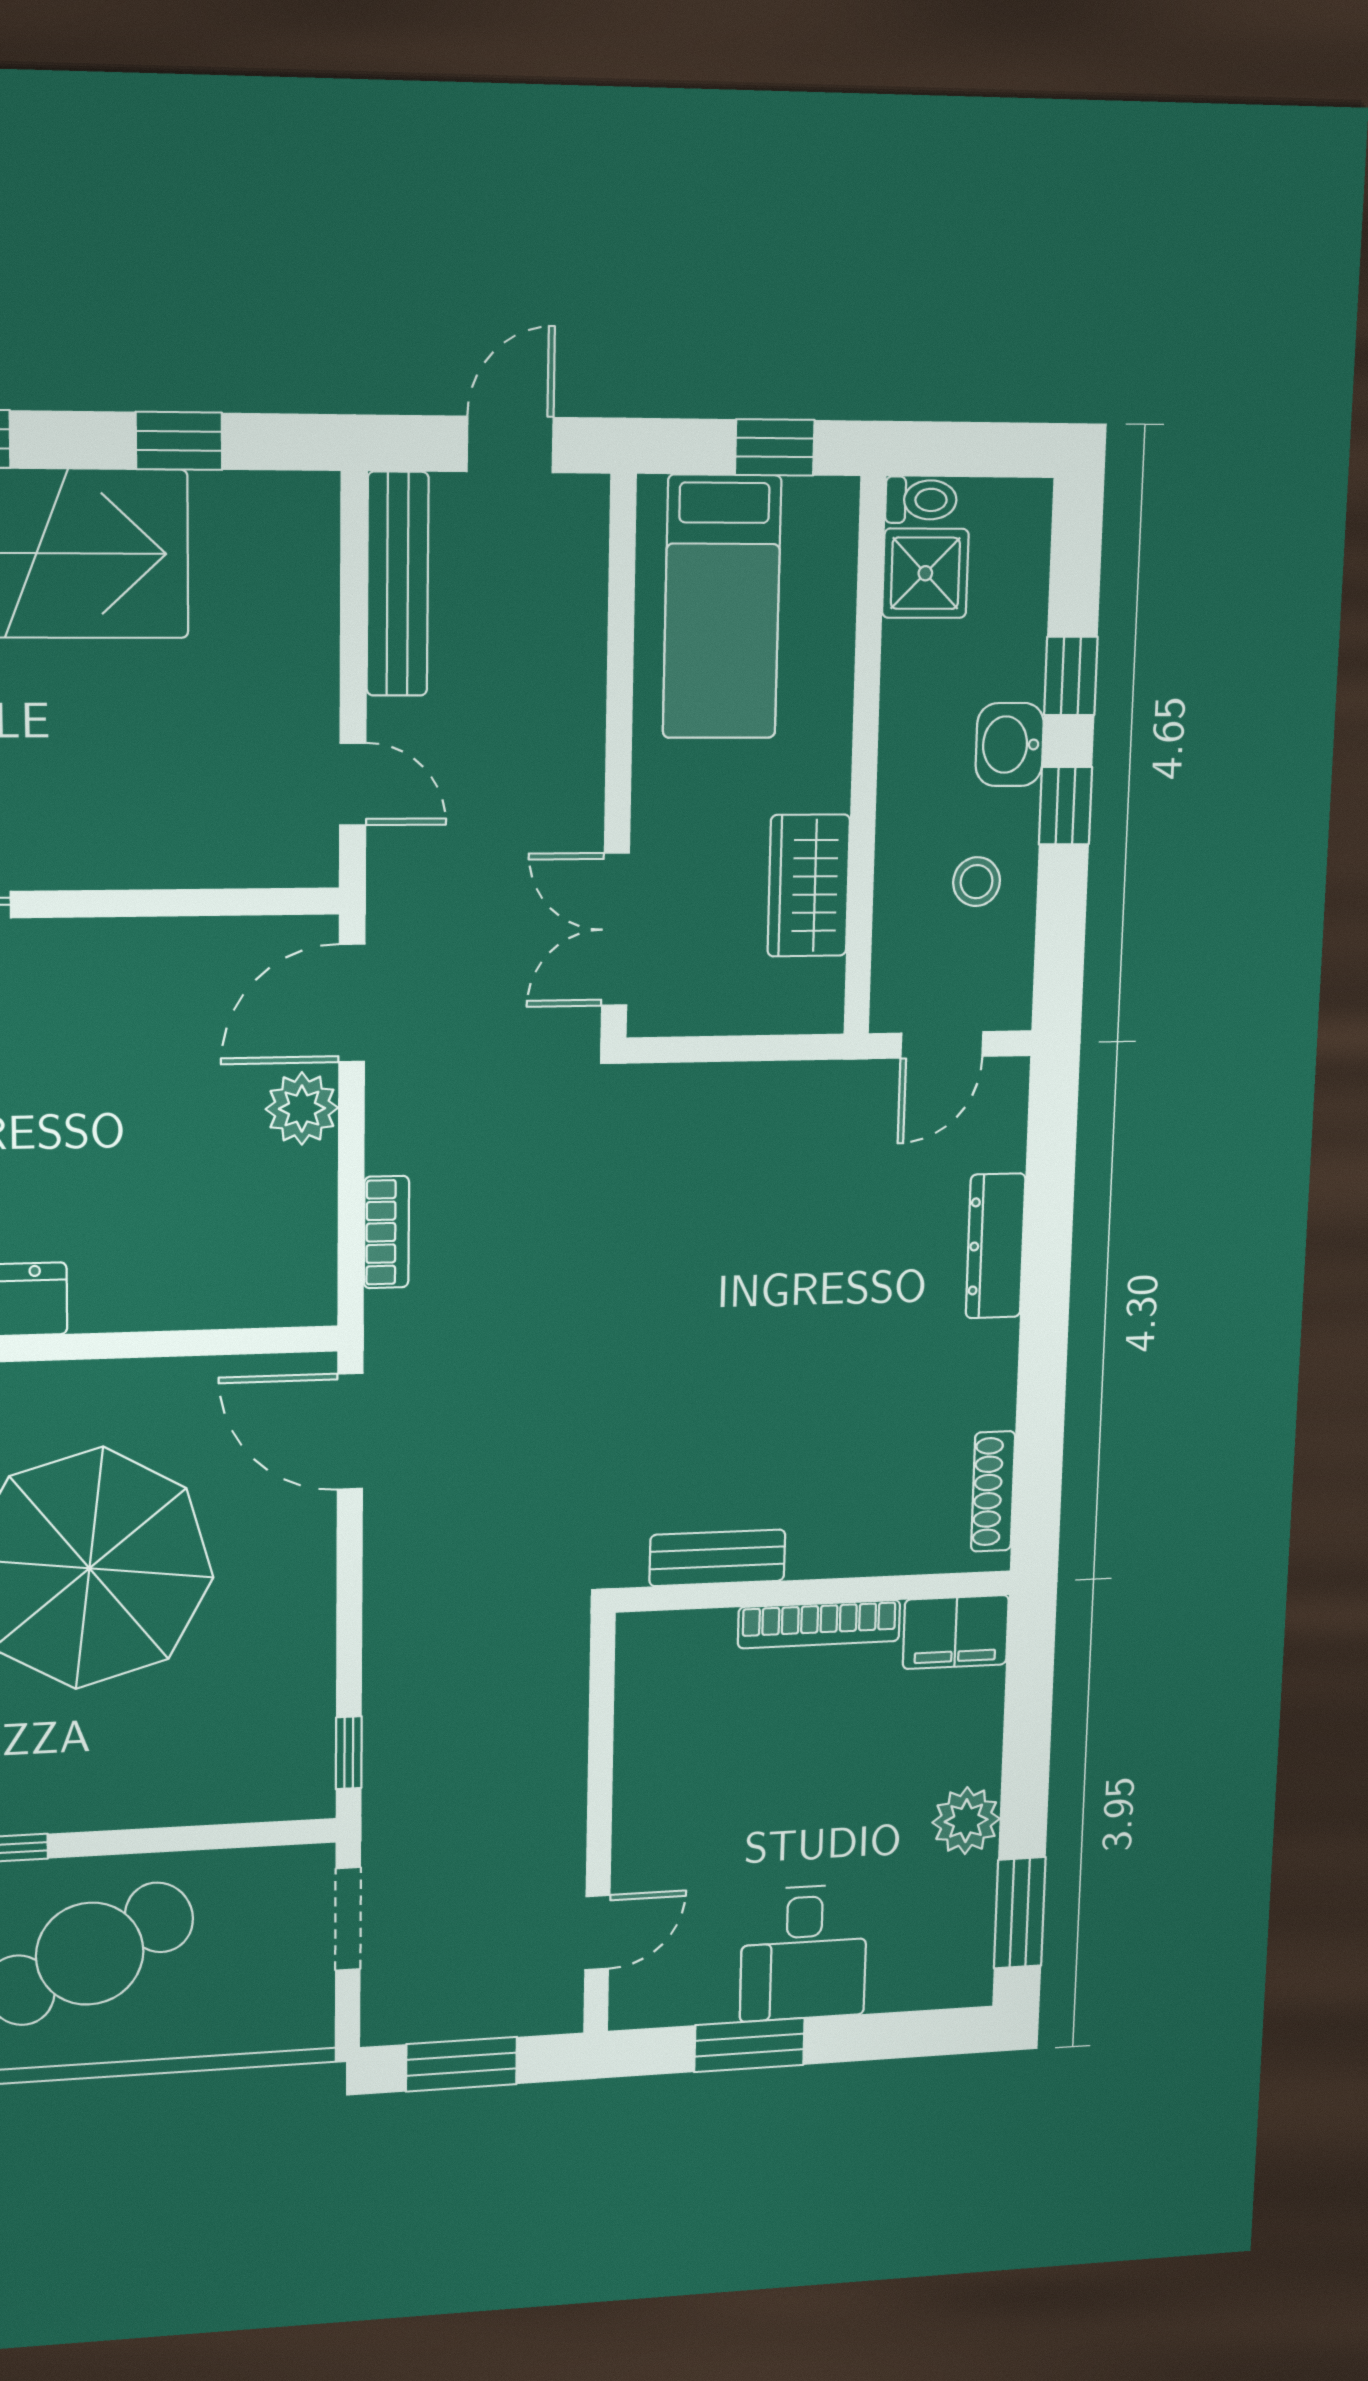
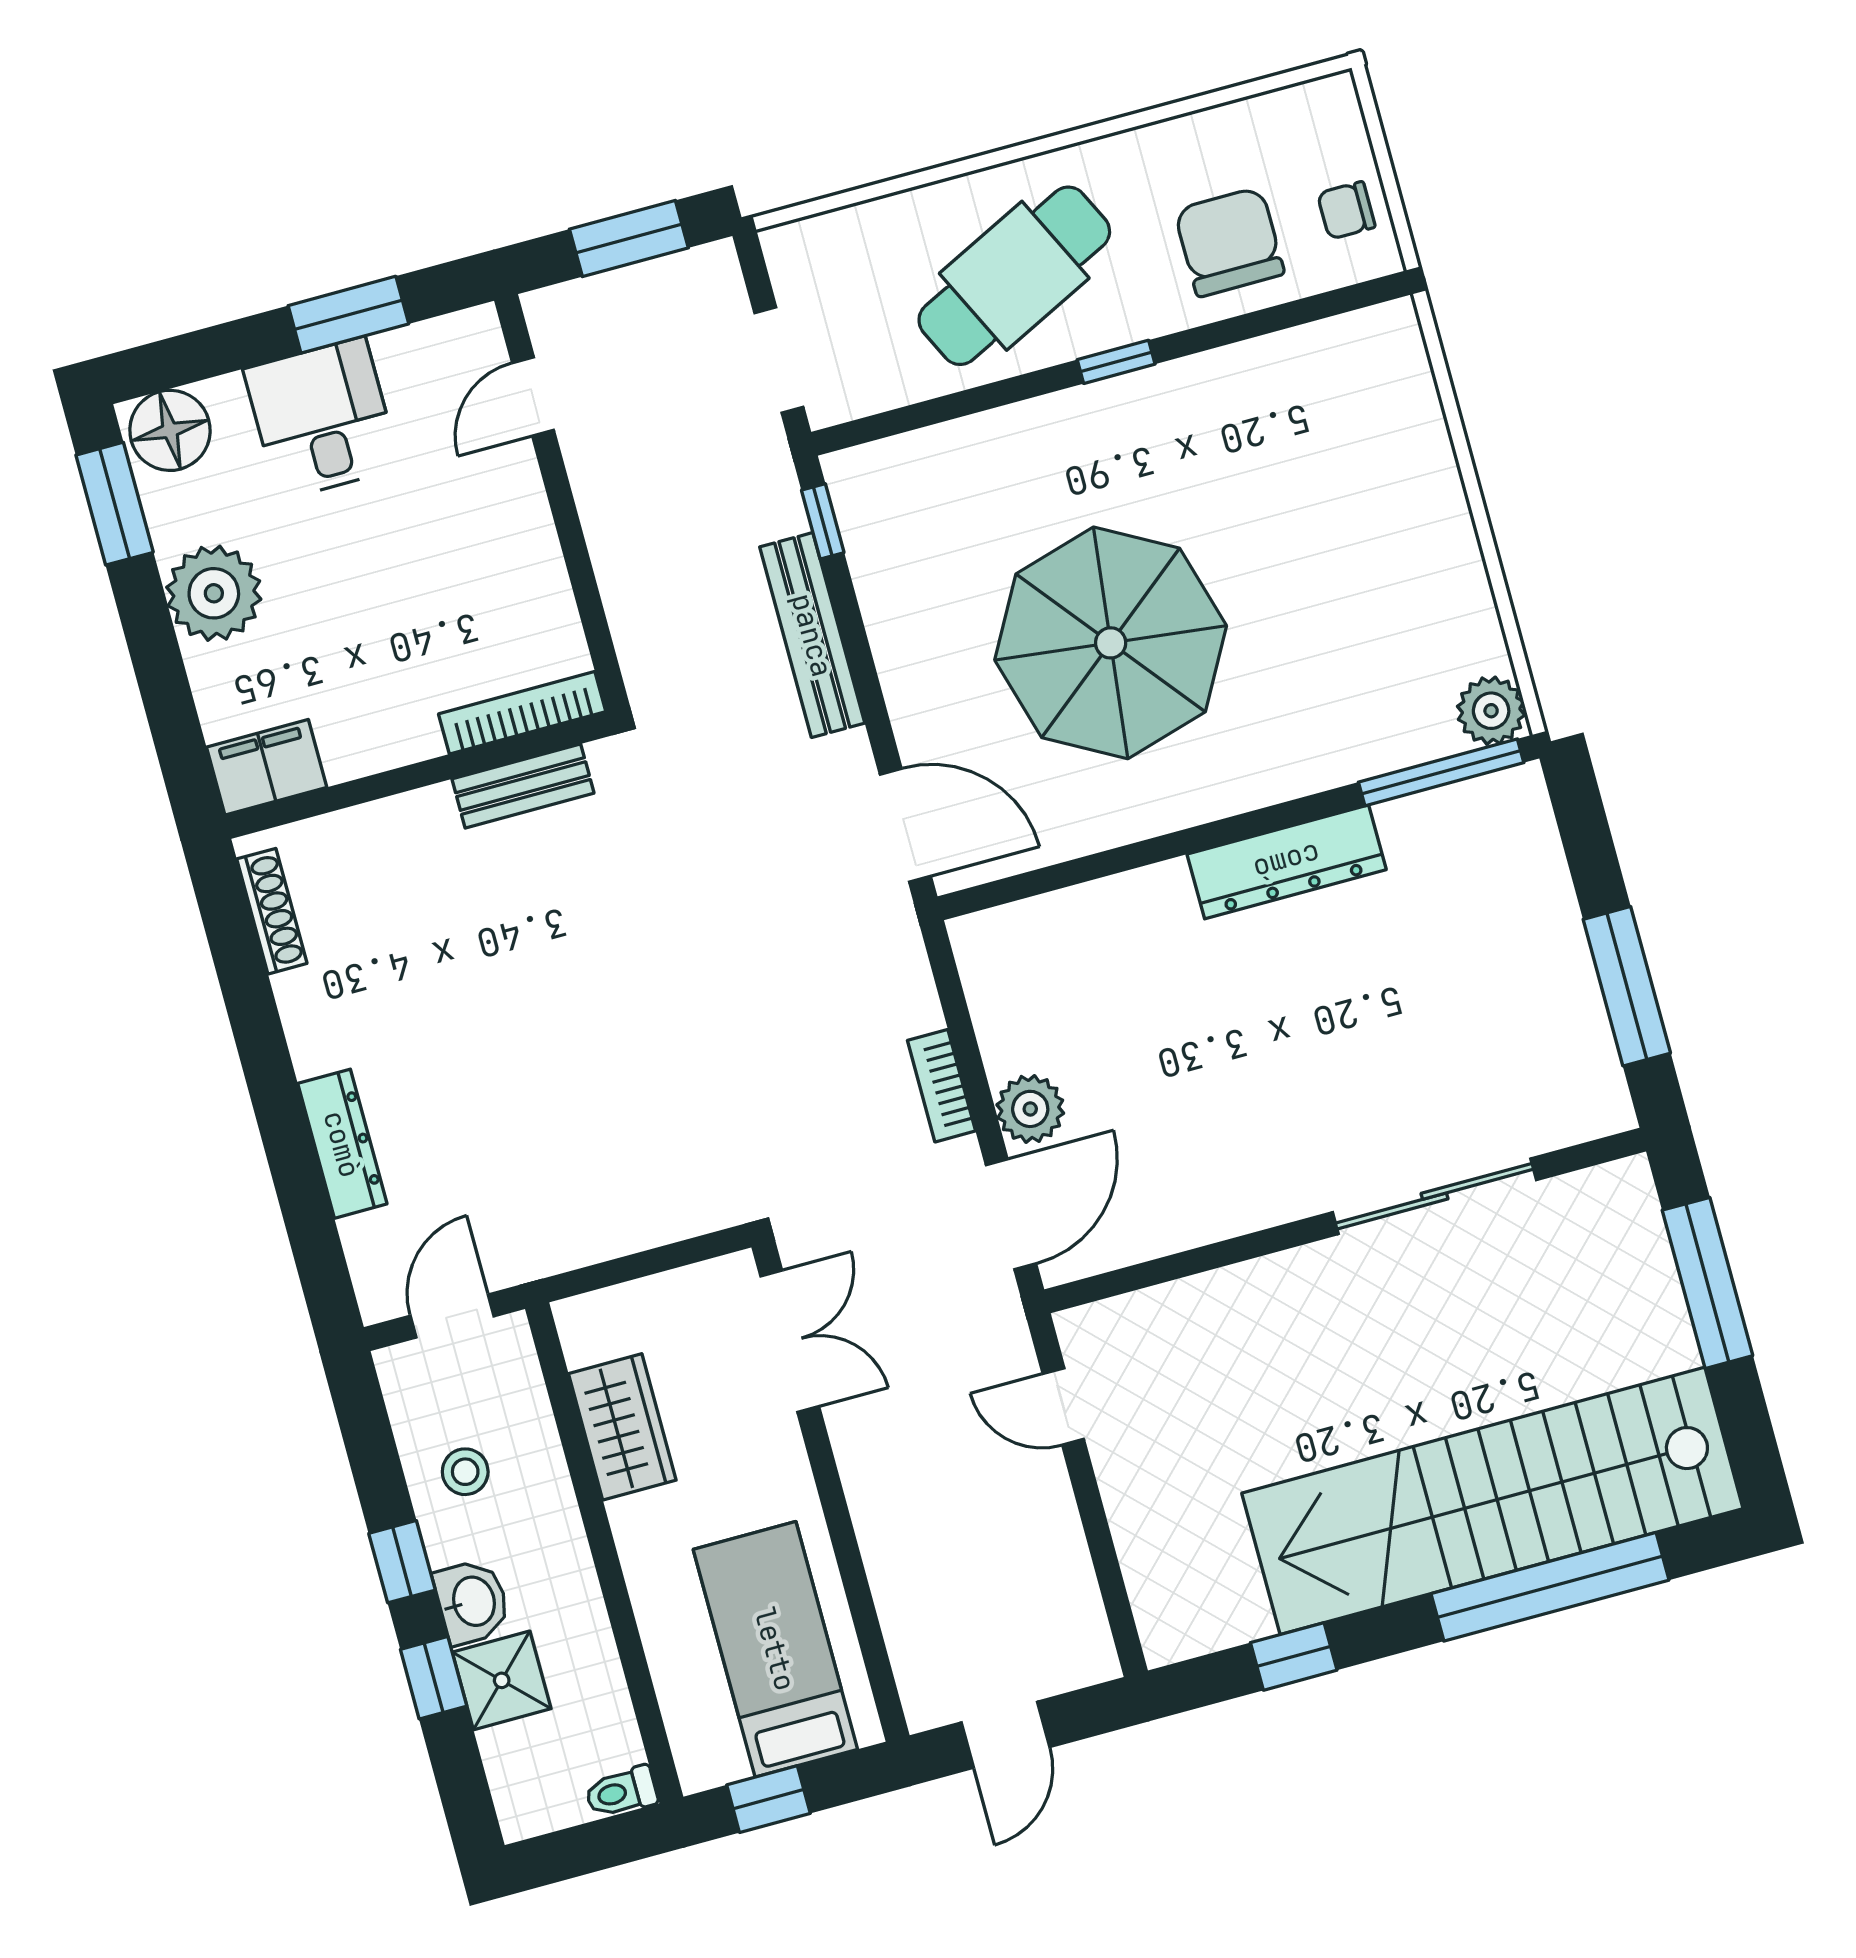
shower: (925, 573) -> (502, 1680), moved
bench: (398, 584) -> (812, 635), moved
bookcase: (386, 1232) -> (941, 1086), moved
bookcase: (819, 1624) -> (522, 713), moved
plant: (966, 1821) -> (214, 593), width x1.36, depth x1.36
floor lamp: (948, 1971) -> (170, 430), added

